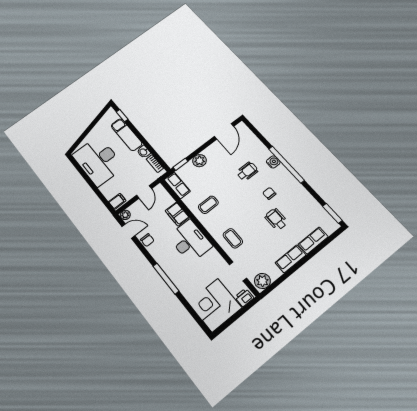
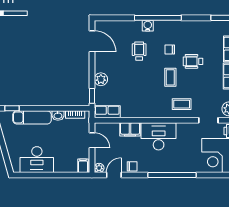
desk: (98, 161) -> (37, 160), width x0.73, depth x0.77
coffee table: (208, 205) -> (170, 77), moved
window: (166, 279) -> (172, 175), width x1.46

